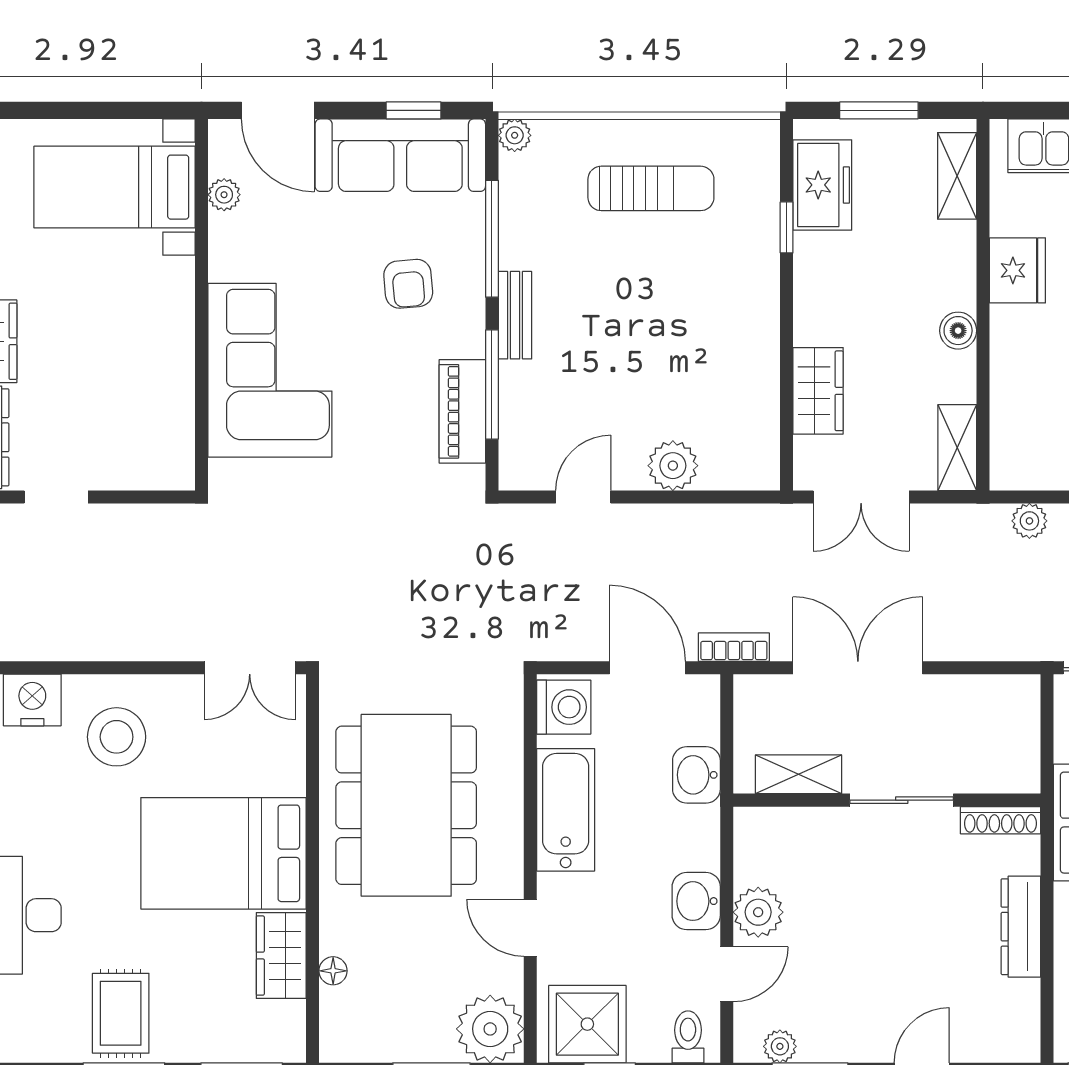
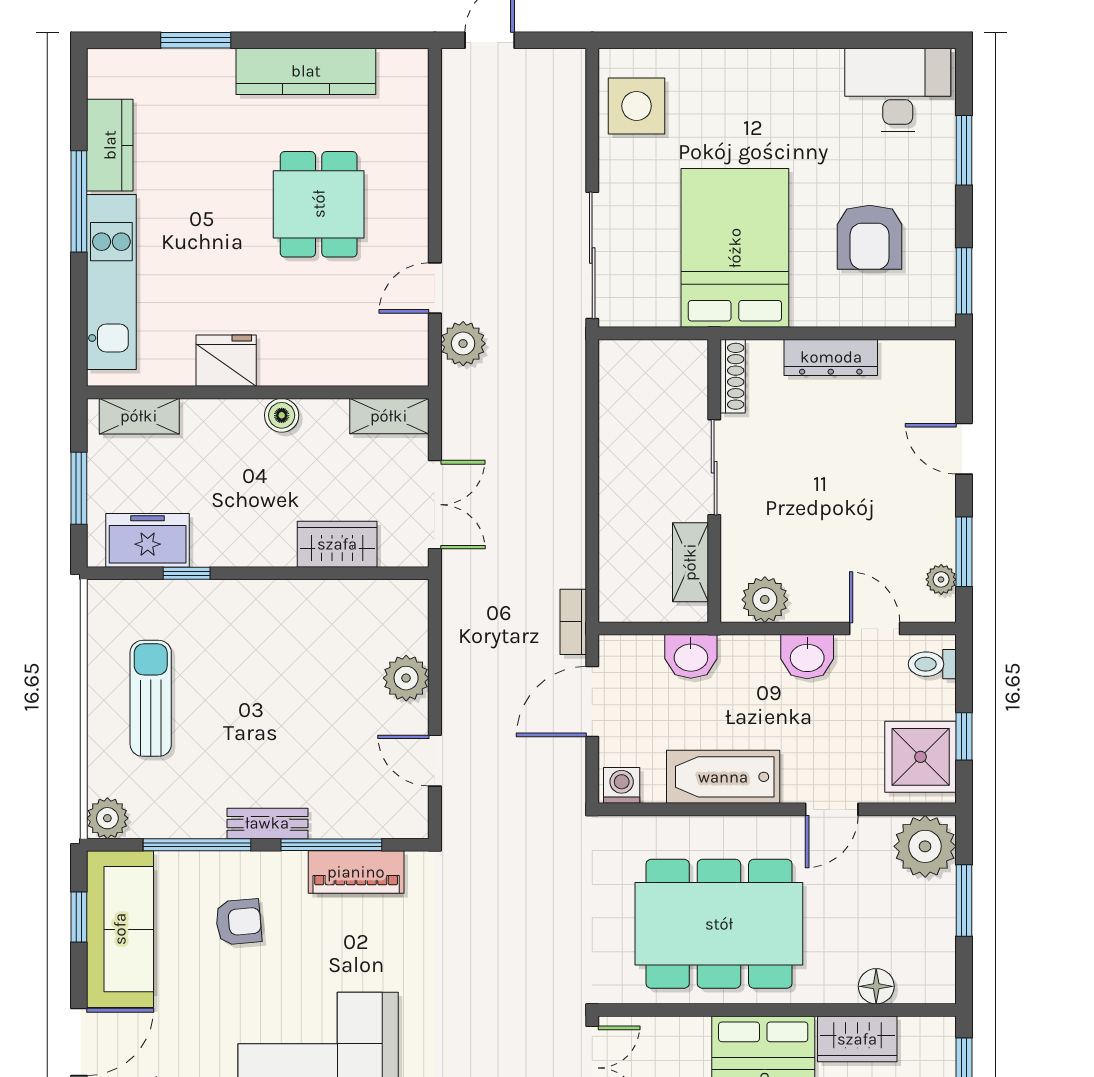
plant: (515, 135) -> (107, 818), width x1.38, depth x1.38
plant: (1029, 521) -> (463, 344), width x1.38, depth x1.38
double door: (858, 668) -> (592, 508), removed
washing machine: (564, 707) -> (622, 785), width x0.73, depth x0.73
plant: (758, 912) -> (765, 600), moved
floor lamp: (333, 971) -> (876, 986), width x1.37, depth x1.37

